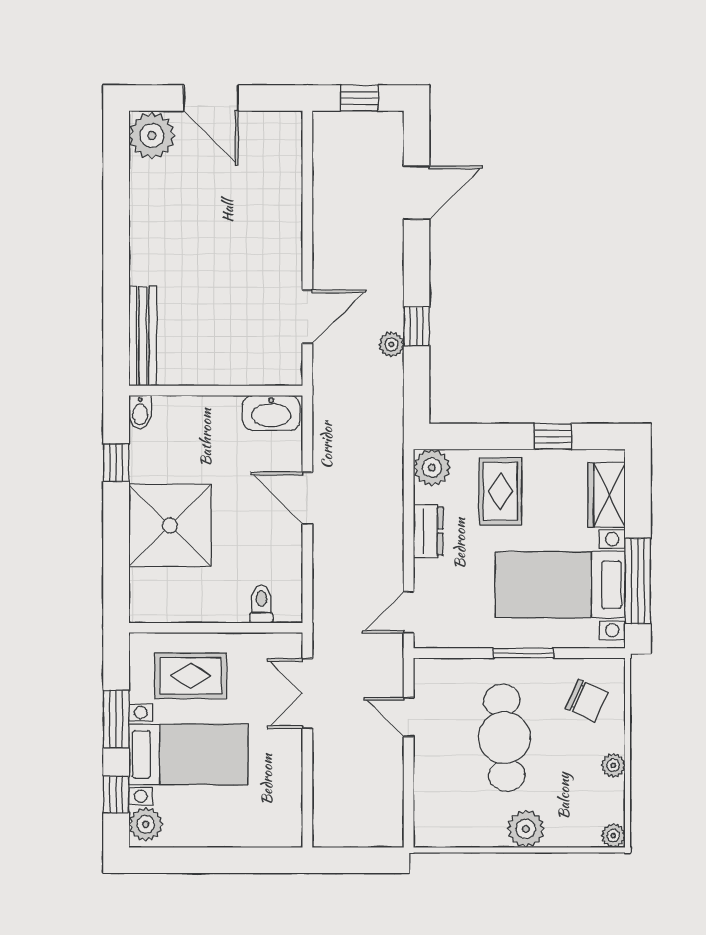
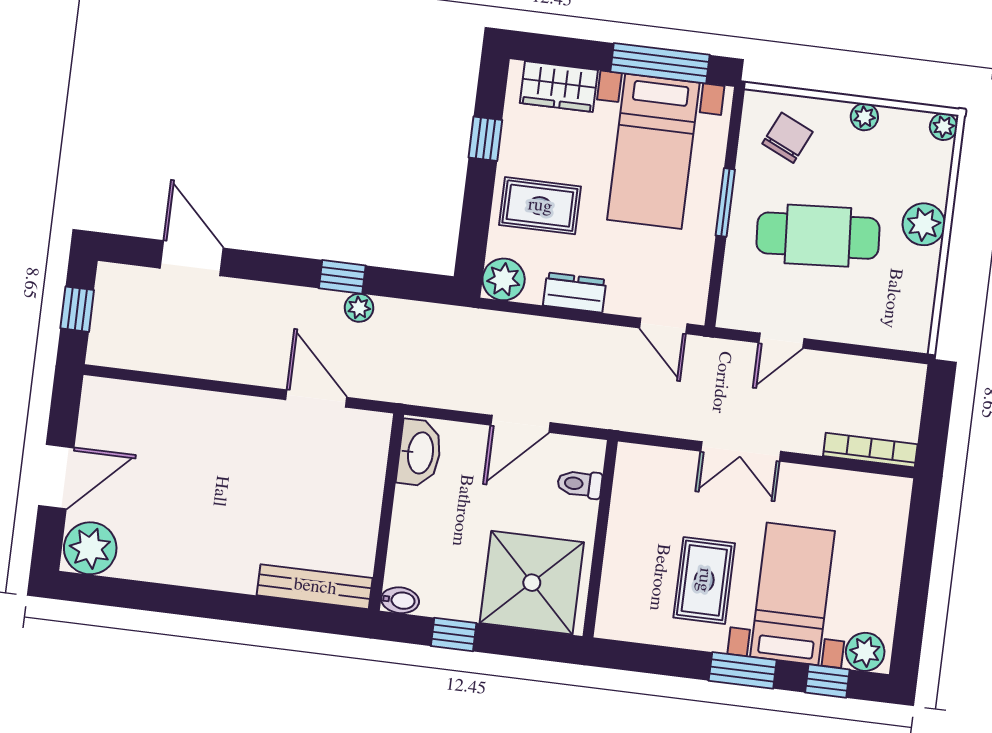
toilet: (261, 604) -> (580, 484), moved
wall: (216, 628) -> (600, 539), moved
bookcase: (323, 807) -> (870, 450), added

